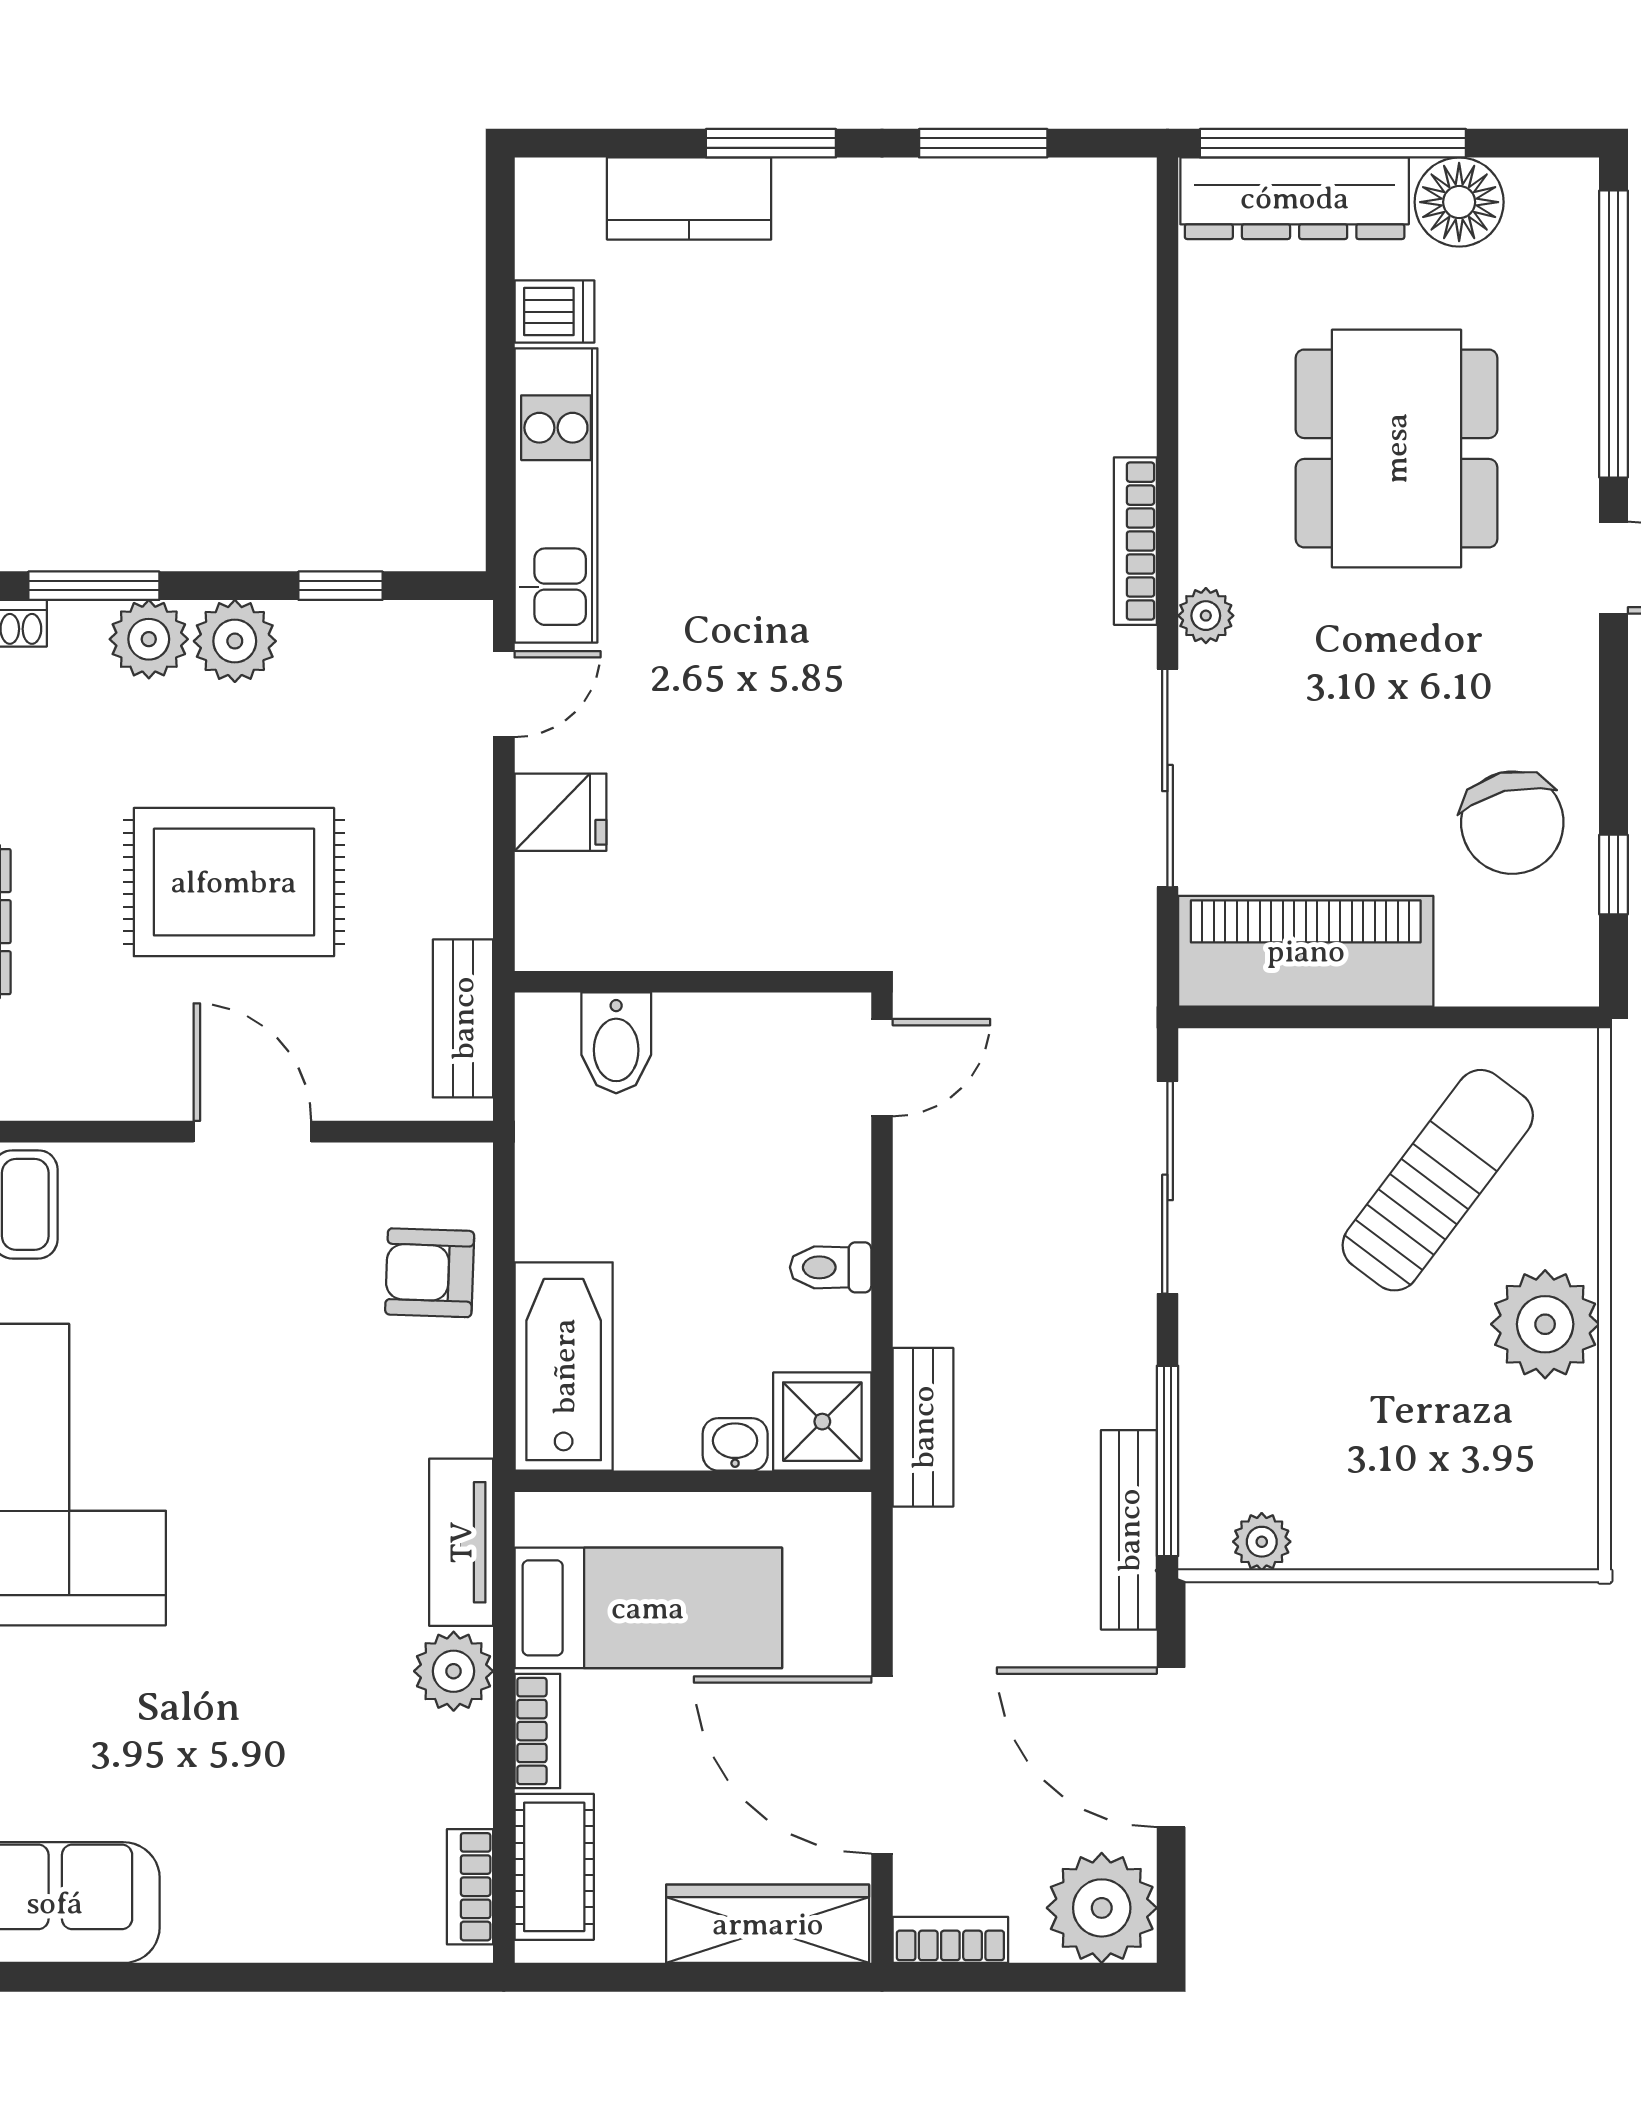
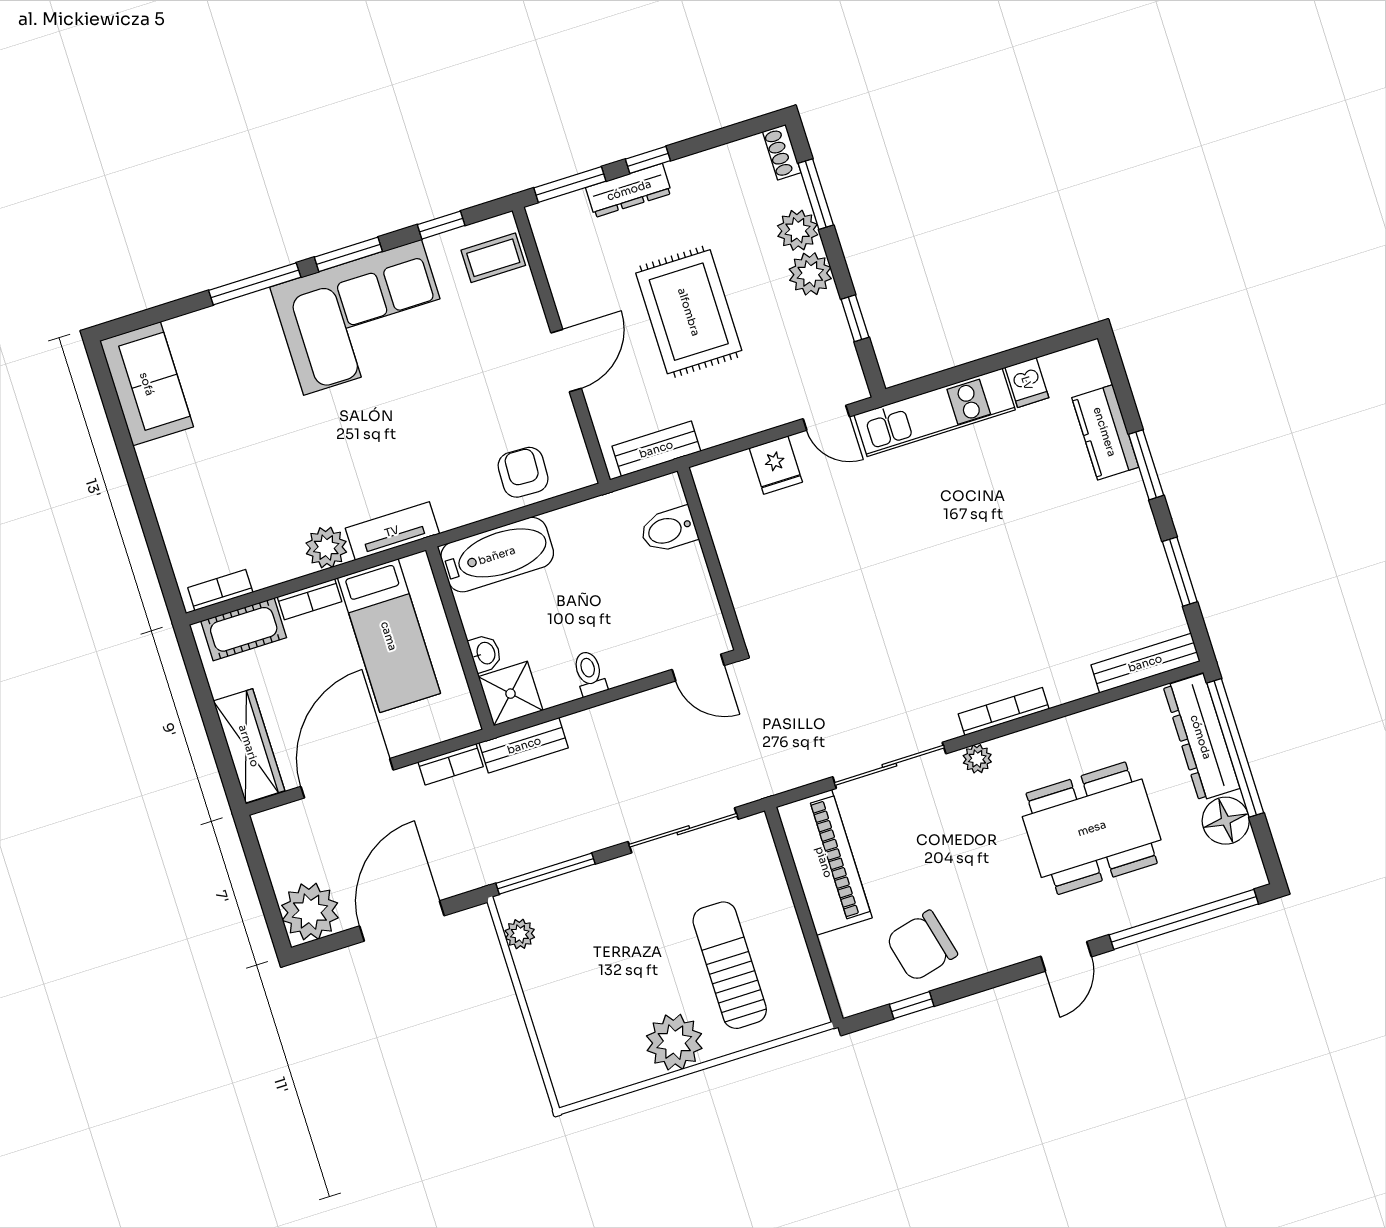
sun lounger: (1438, 1180) -> (730, 965), turned -127
bench: (1129, 1530) -> (1145, 663), moved
bookcase: (950, 1940) -> (451, 764), moved, turned 90

